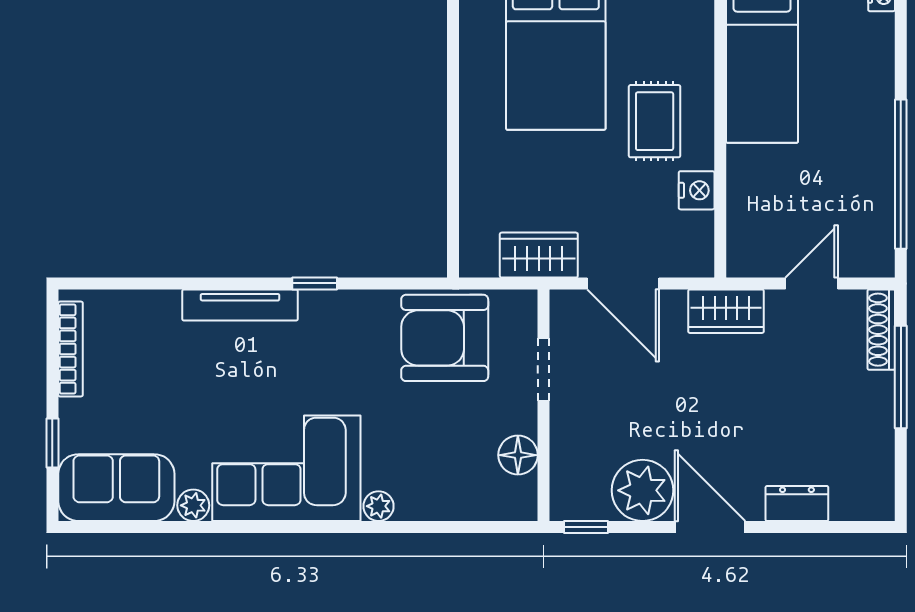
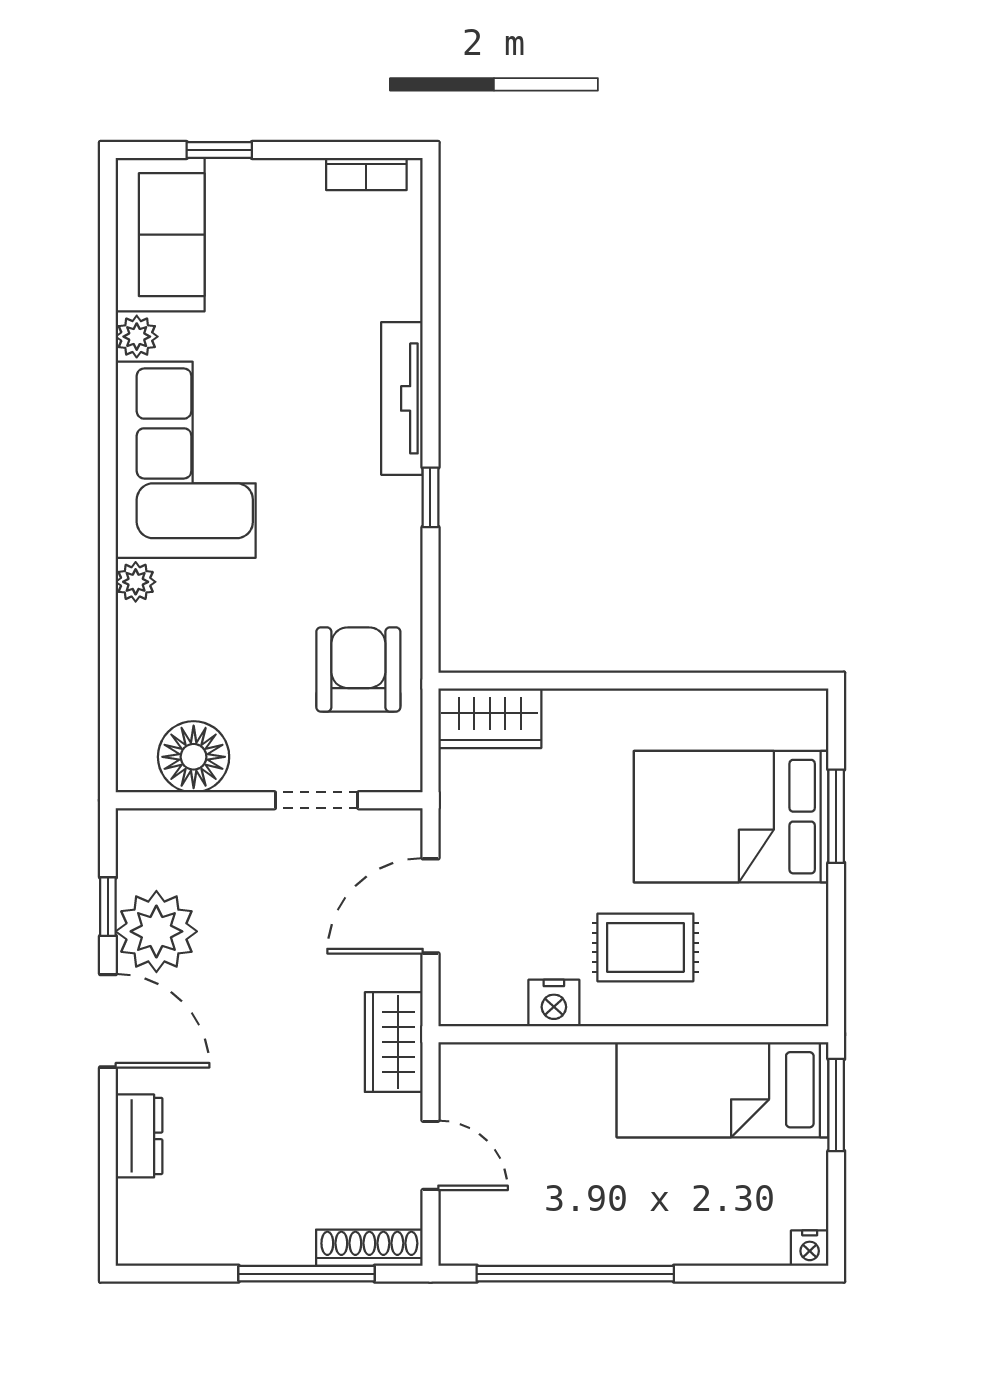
wardrobe: (539, 255) -> (490, 718), moved, turned 90
armchair: (445, 338) -> (358, 669), width x0.73, depth x0.73
bookcase: (70, 349) -> (366, 174), width x0.64
floor lamp: (518, 455) -> (194, 757), width x1.38, depth x1.38
window: (586, 527) -> (108, 907), moved
door: (710, 527) -> (108, 1021), hinge flipped

